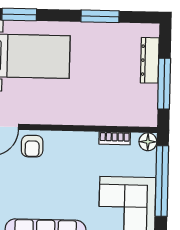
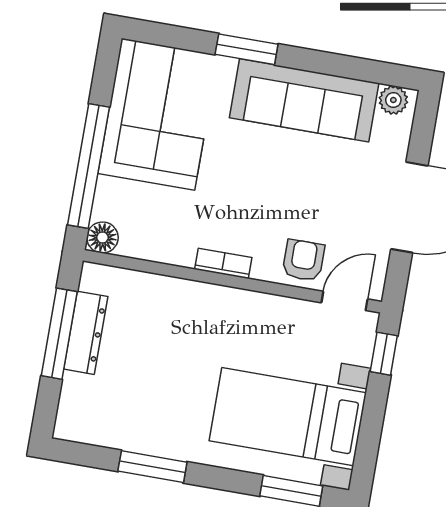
dresser: (150, 60) -> (86, 333), moved
bookcase: (115, 138) -> (223, 263), moved

